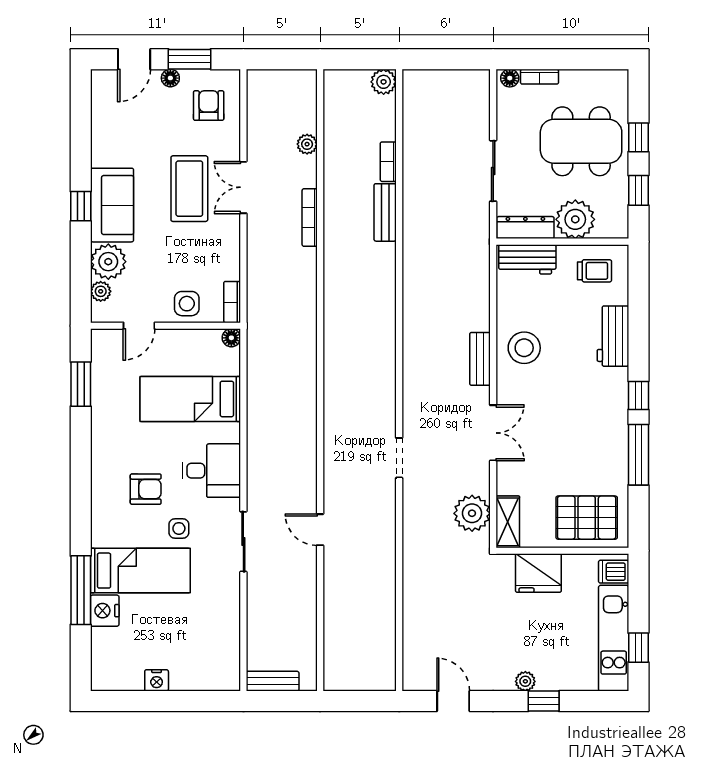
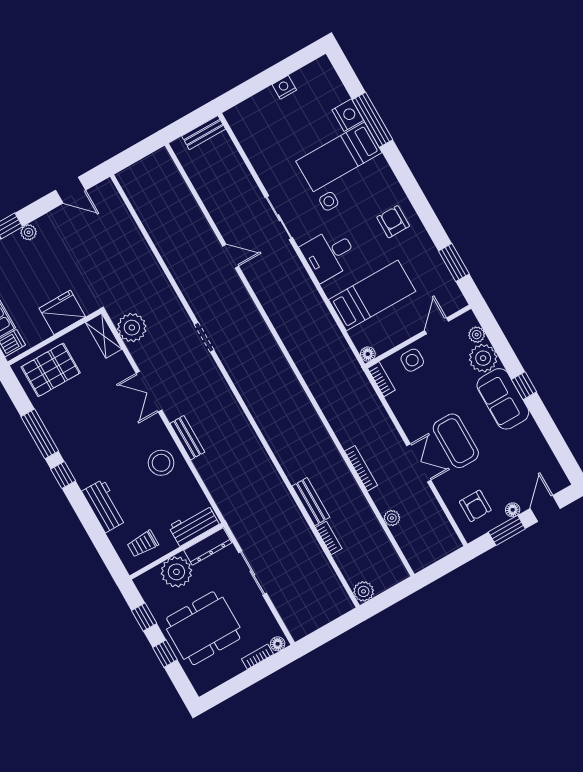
armchair: (146, 489) -> (393, 222), moved, turned 90

